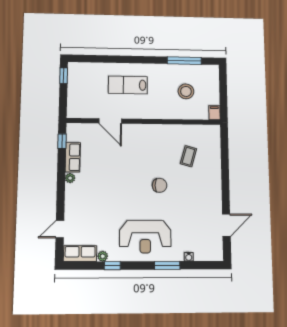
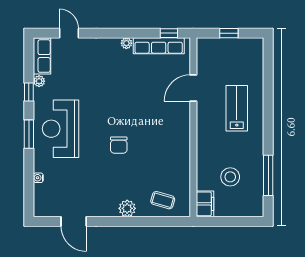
window: (64, 76) -> (229, 33), moved
filing cabinet: (214, 113) -> (205, 204), width x2.00
coffee table: (188, 156) -> (163, 200), moved
row of seats: (73, 157) -> (159, 46), width x1.48
plant: (214, 178) -> (127, 208), added
window: (167, 265) -> (29, 134), moved

